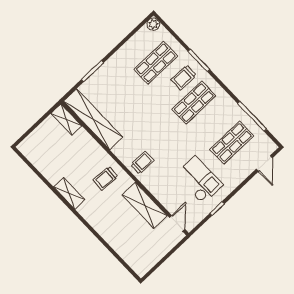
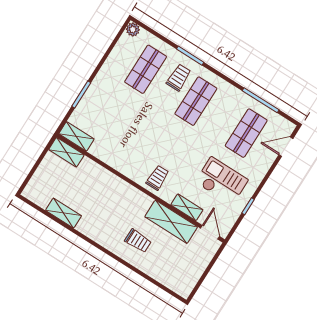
trolley: (184, 78) -> (179, 77), turned 180
shelving: (93, 119) -> (76, 136), width x0.45, depth x0.75
door: (264, 163) -> (286, 147), swing flipped
trolley: (105, 178) -> (138, 241), moved, turned -94
shelving: (69, 193) -> (64, 213), moved
shelving: (162, 196) -> (187, 207), added

